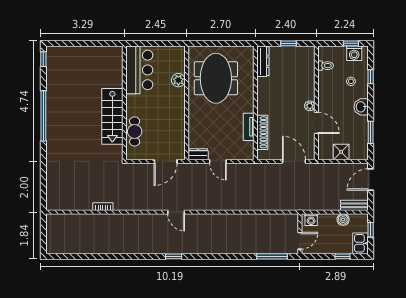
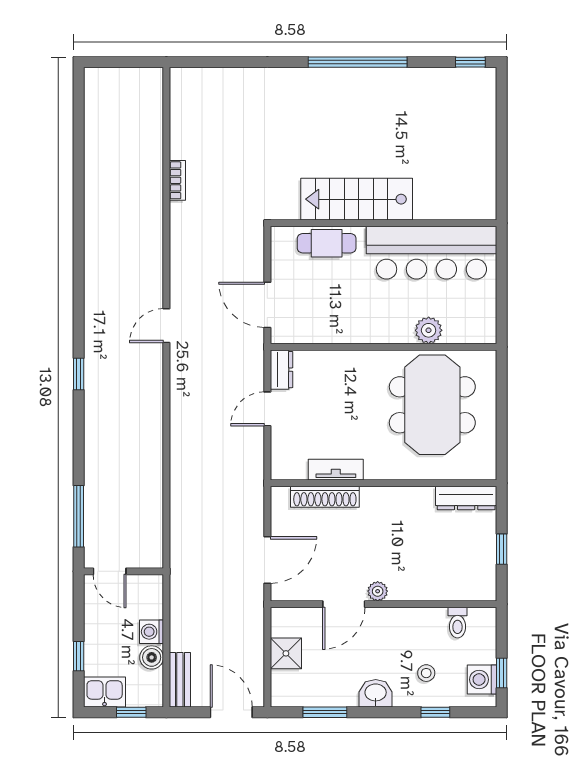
bar counter: (139, 70) -> (431, 253), width x1.36
meeting table: (216, 78) -> (432, 405), turned 90
washing machine: (311, 220) -> (152, 632), moved
window: (174, 256) -> (79, 374), moved

